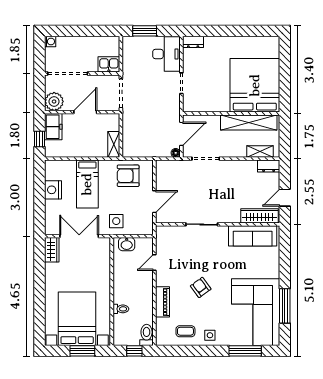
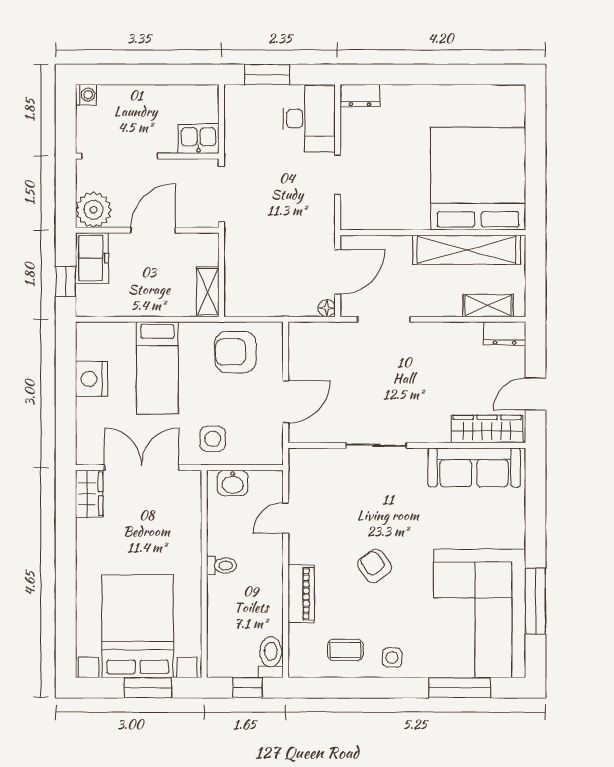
toilet: (121, 309) -> (221, 565), moved

